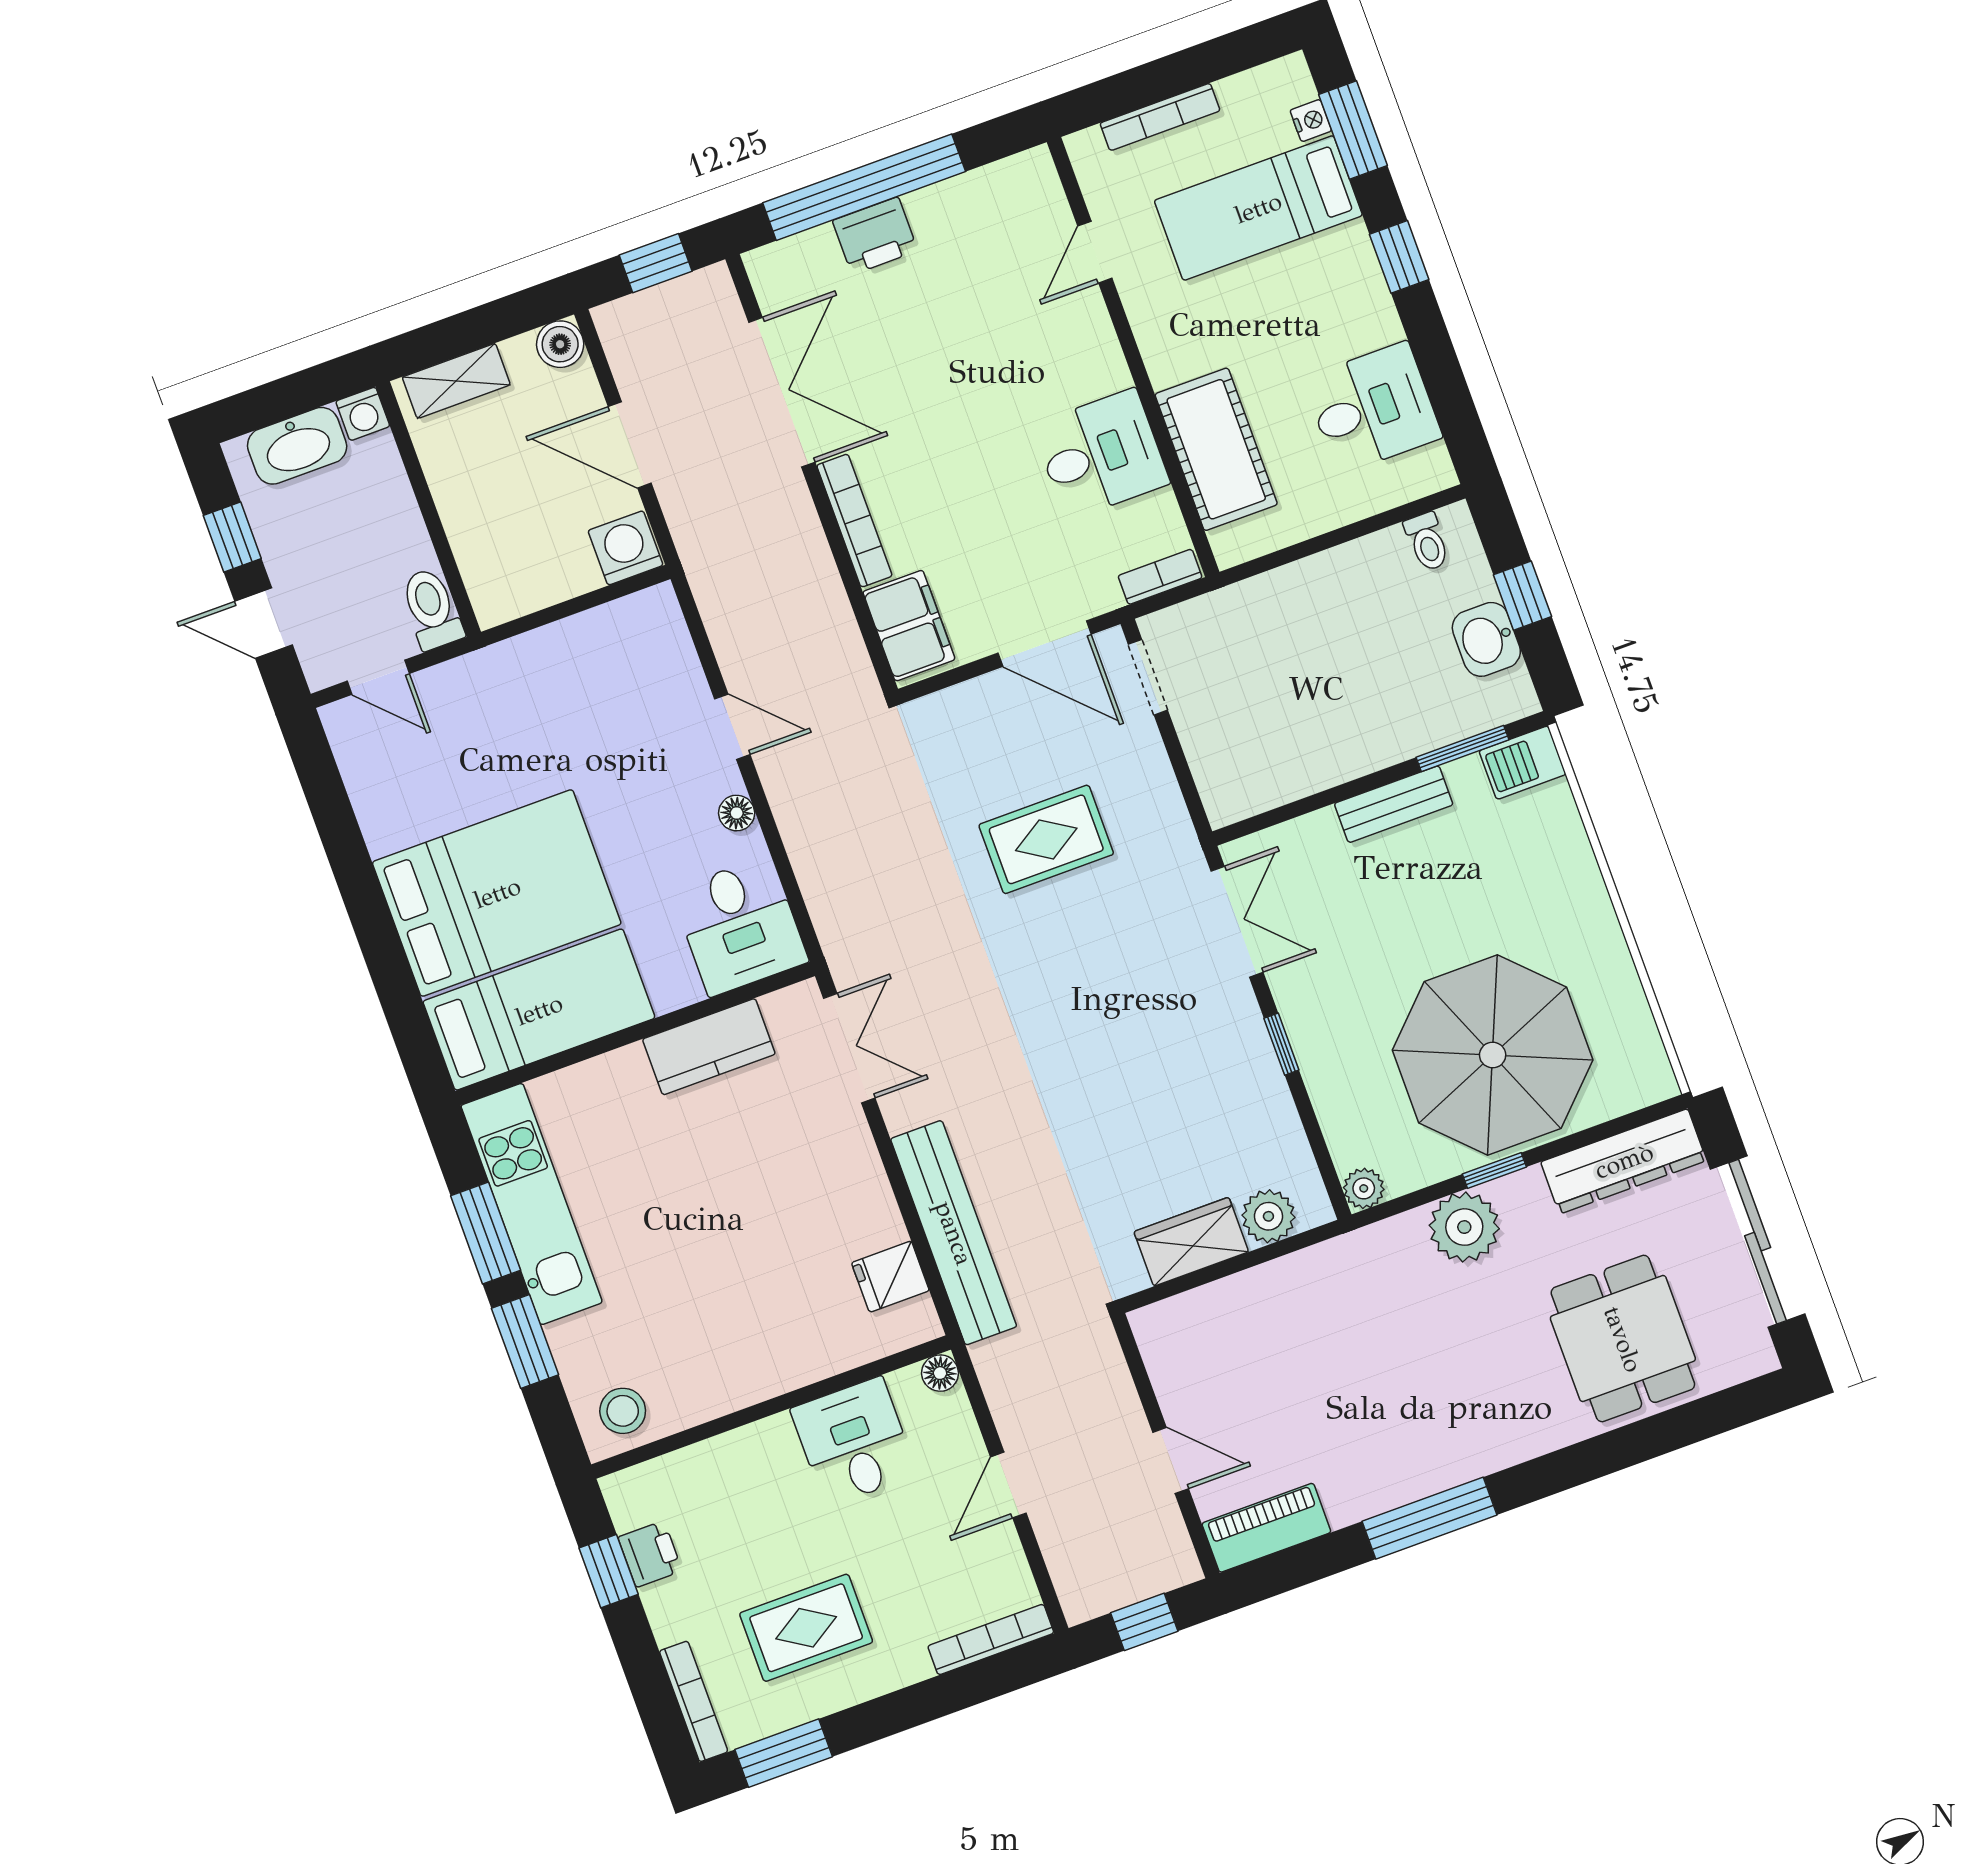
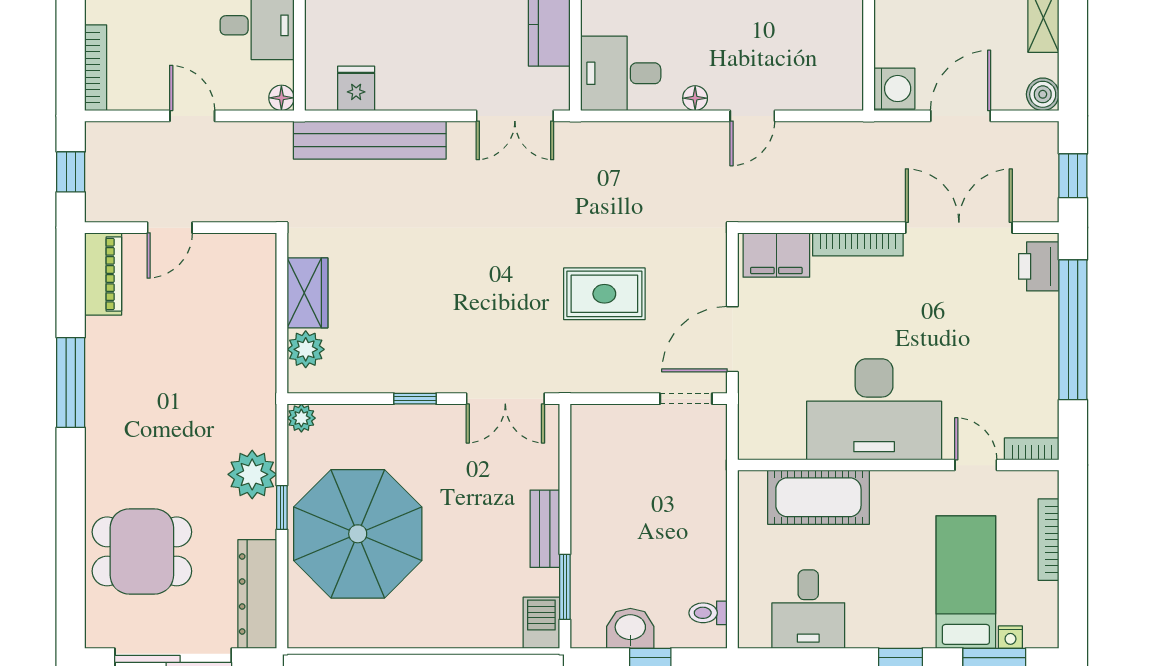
printer: (875, 236) -> (1039, 266), moved
double door: (782, 392) -> (959, 228), swing flipped
desk: (1101, 454) -> (874, 409), width x1.87, depth x1.30
bookcase: (1160, 577) -> (1032, 449), moved, turned -90
rug: (1046, 839) -> (604, 294), turned 90

